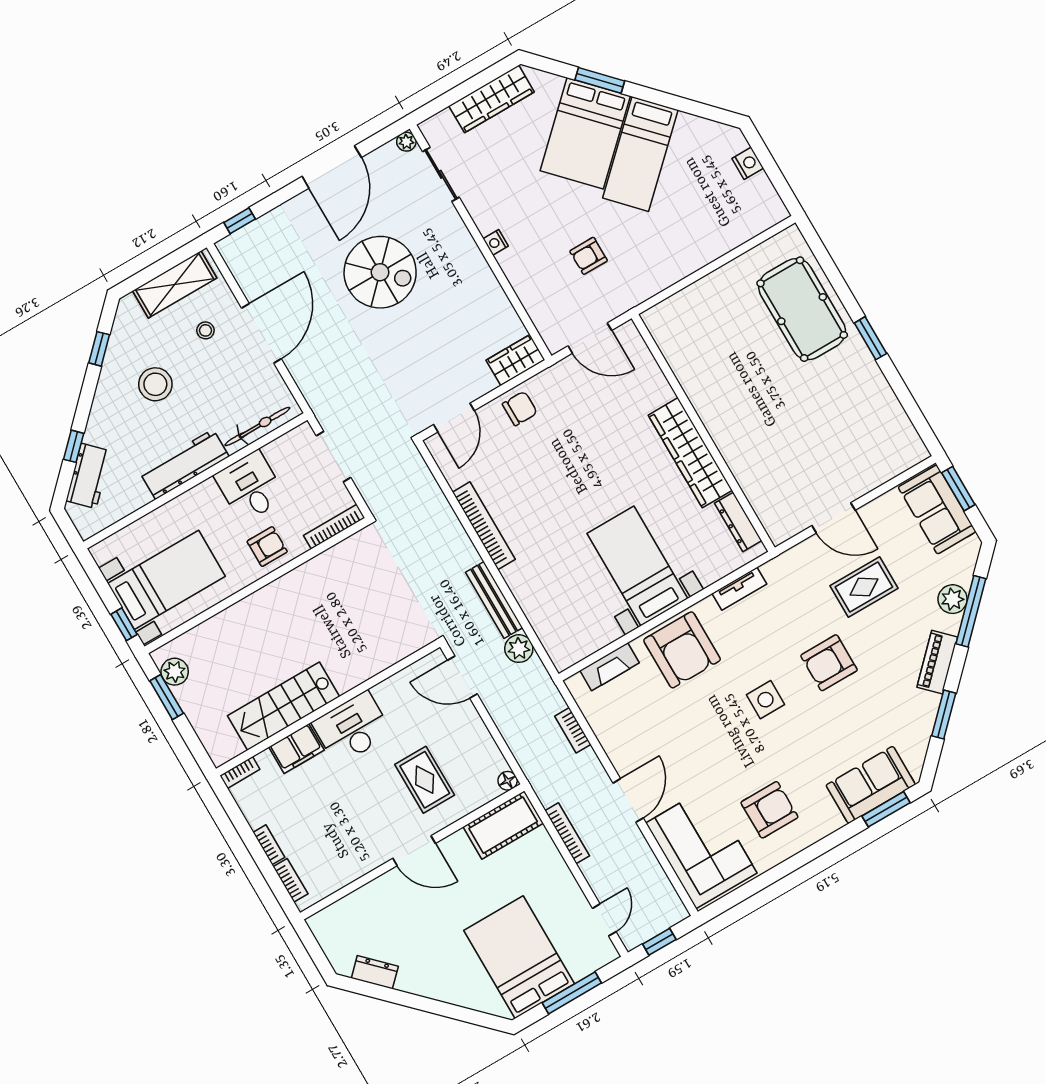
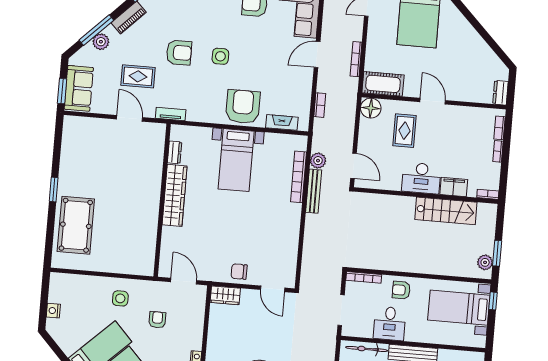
side table: (664, 249) -> (120, 298), added
armchair: (589, 256) -> (157, 320), turned -90
door: (454, 418) -> (273, 289), swing flipped
dresser: (738, 522) -> (175, 152), width x0.70
bookcase: (484, 526) -> (299, 177), moved
tv unit: (739, 589) -> (171, 114), moved
floor lamp: (508, 781) -> (371, 108), width x1.89, depth x1.89
dresser: (375, 972) -> (501, 93), moved, turned 45

